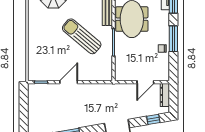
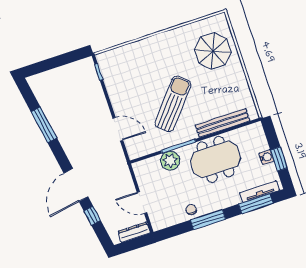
plant: (122, 52) -> (170, 161), added
door: (69, 82) -> (118, 129), moved
window: (153, 119) -> (92, 216), moved

